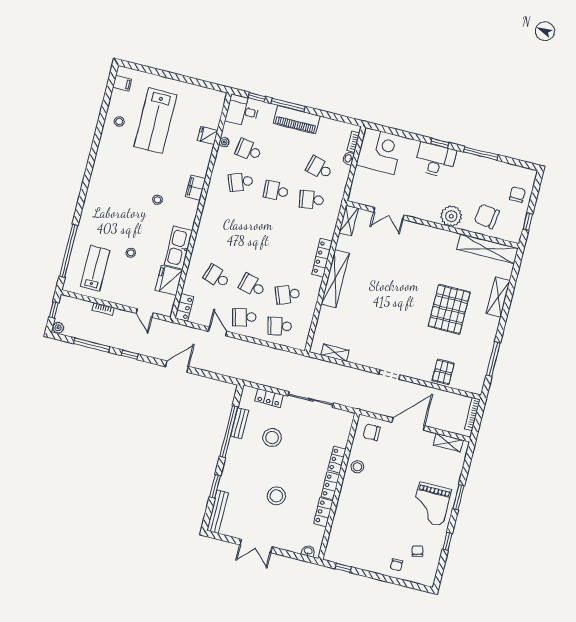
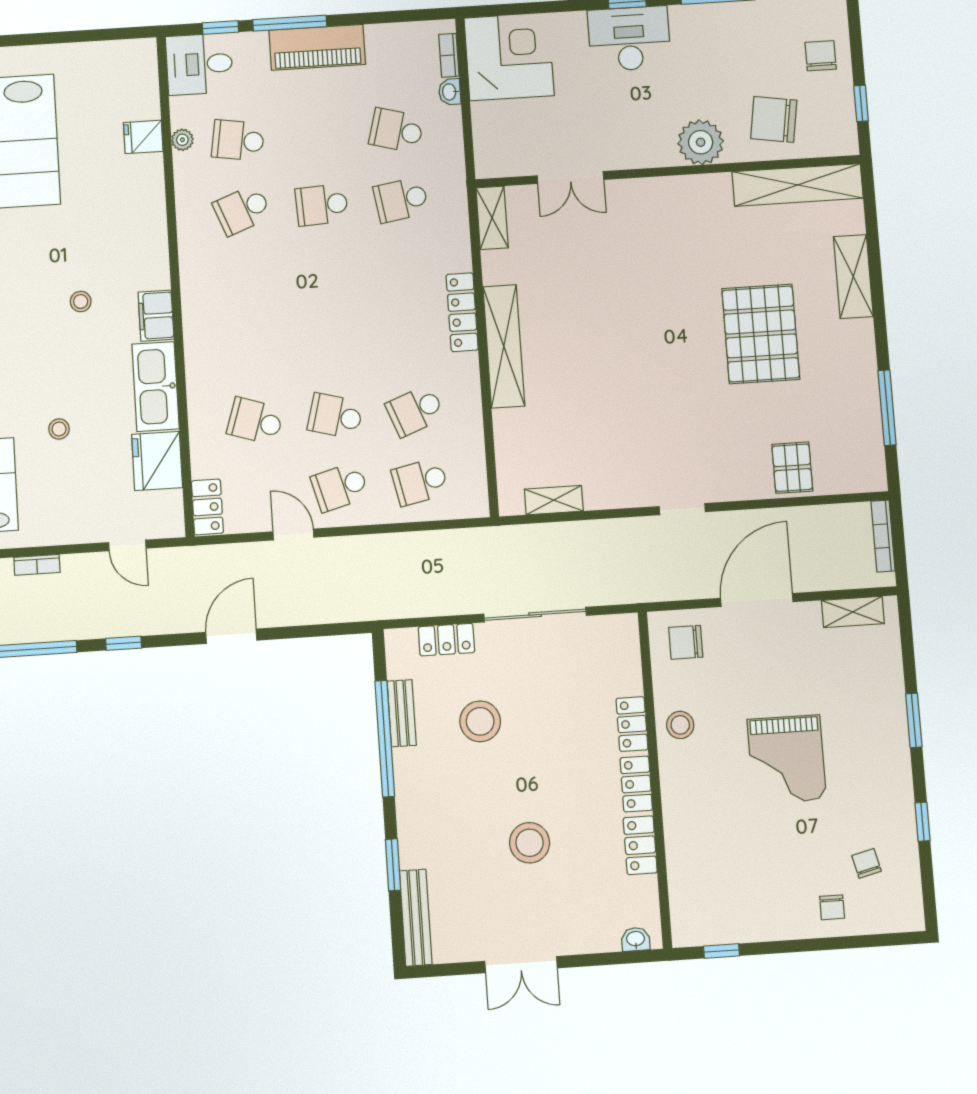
filing cabinet: (196, 188) -> (156, 316), moved
grand piano: (431, 504) -> (787, 759), moved

